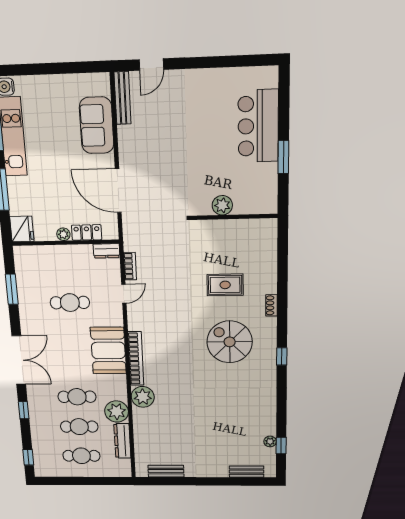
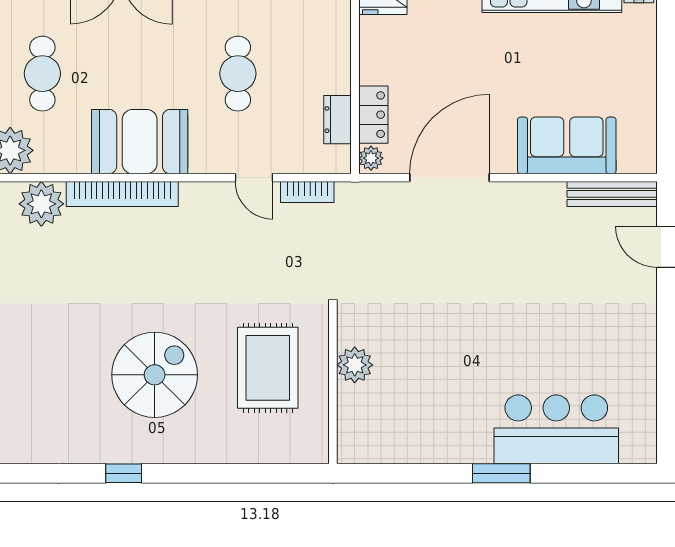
plant: (222, 205) -> (355, 365), moved
wall: (234, 217) -> (333, 386), moved
plant: (63, 234) -> (371, 158), moved
dresser: (106, 251) -> (338, 120), moved
rug: (225, 285) -> (268, 368), width x1.36, depth x1.43
shoe rack: (271, 305) -> (226, 453), removed

